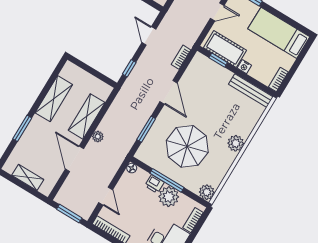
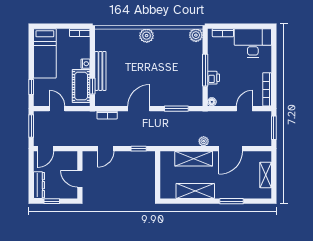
bench: (251, 91) -> (100, 71), moved
parasol: (187, 146) -> (171, 70), removed
plant: (169, 197) -> (216, 61), removed

